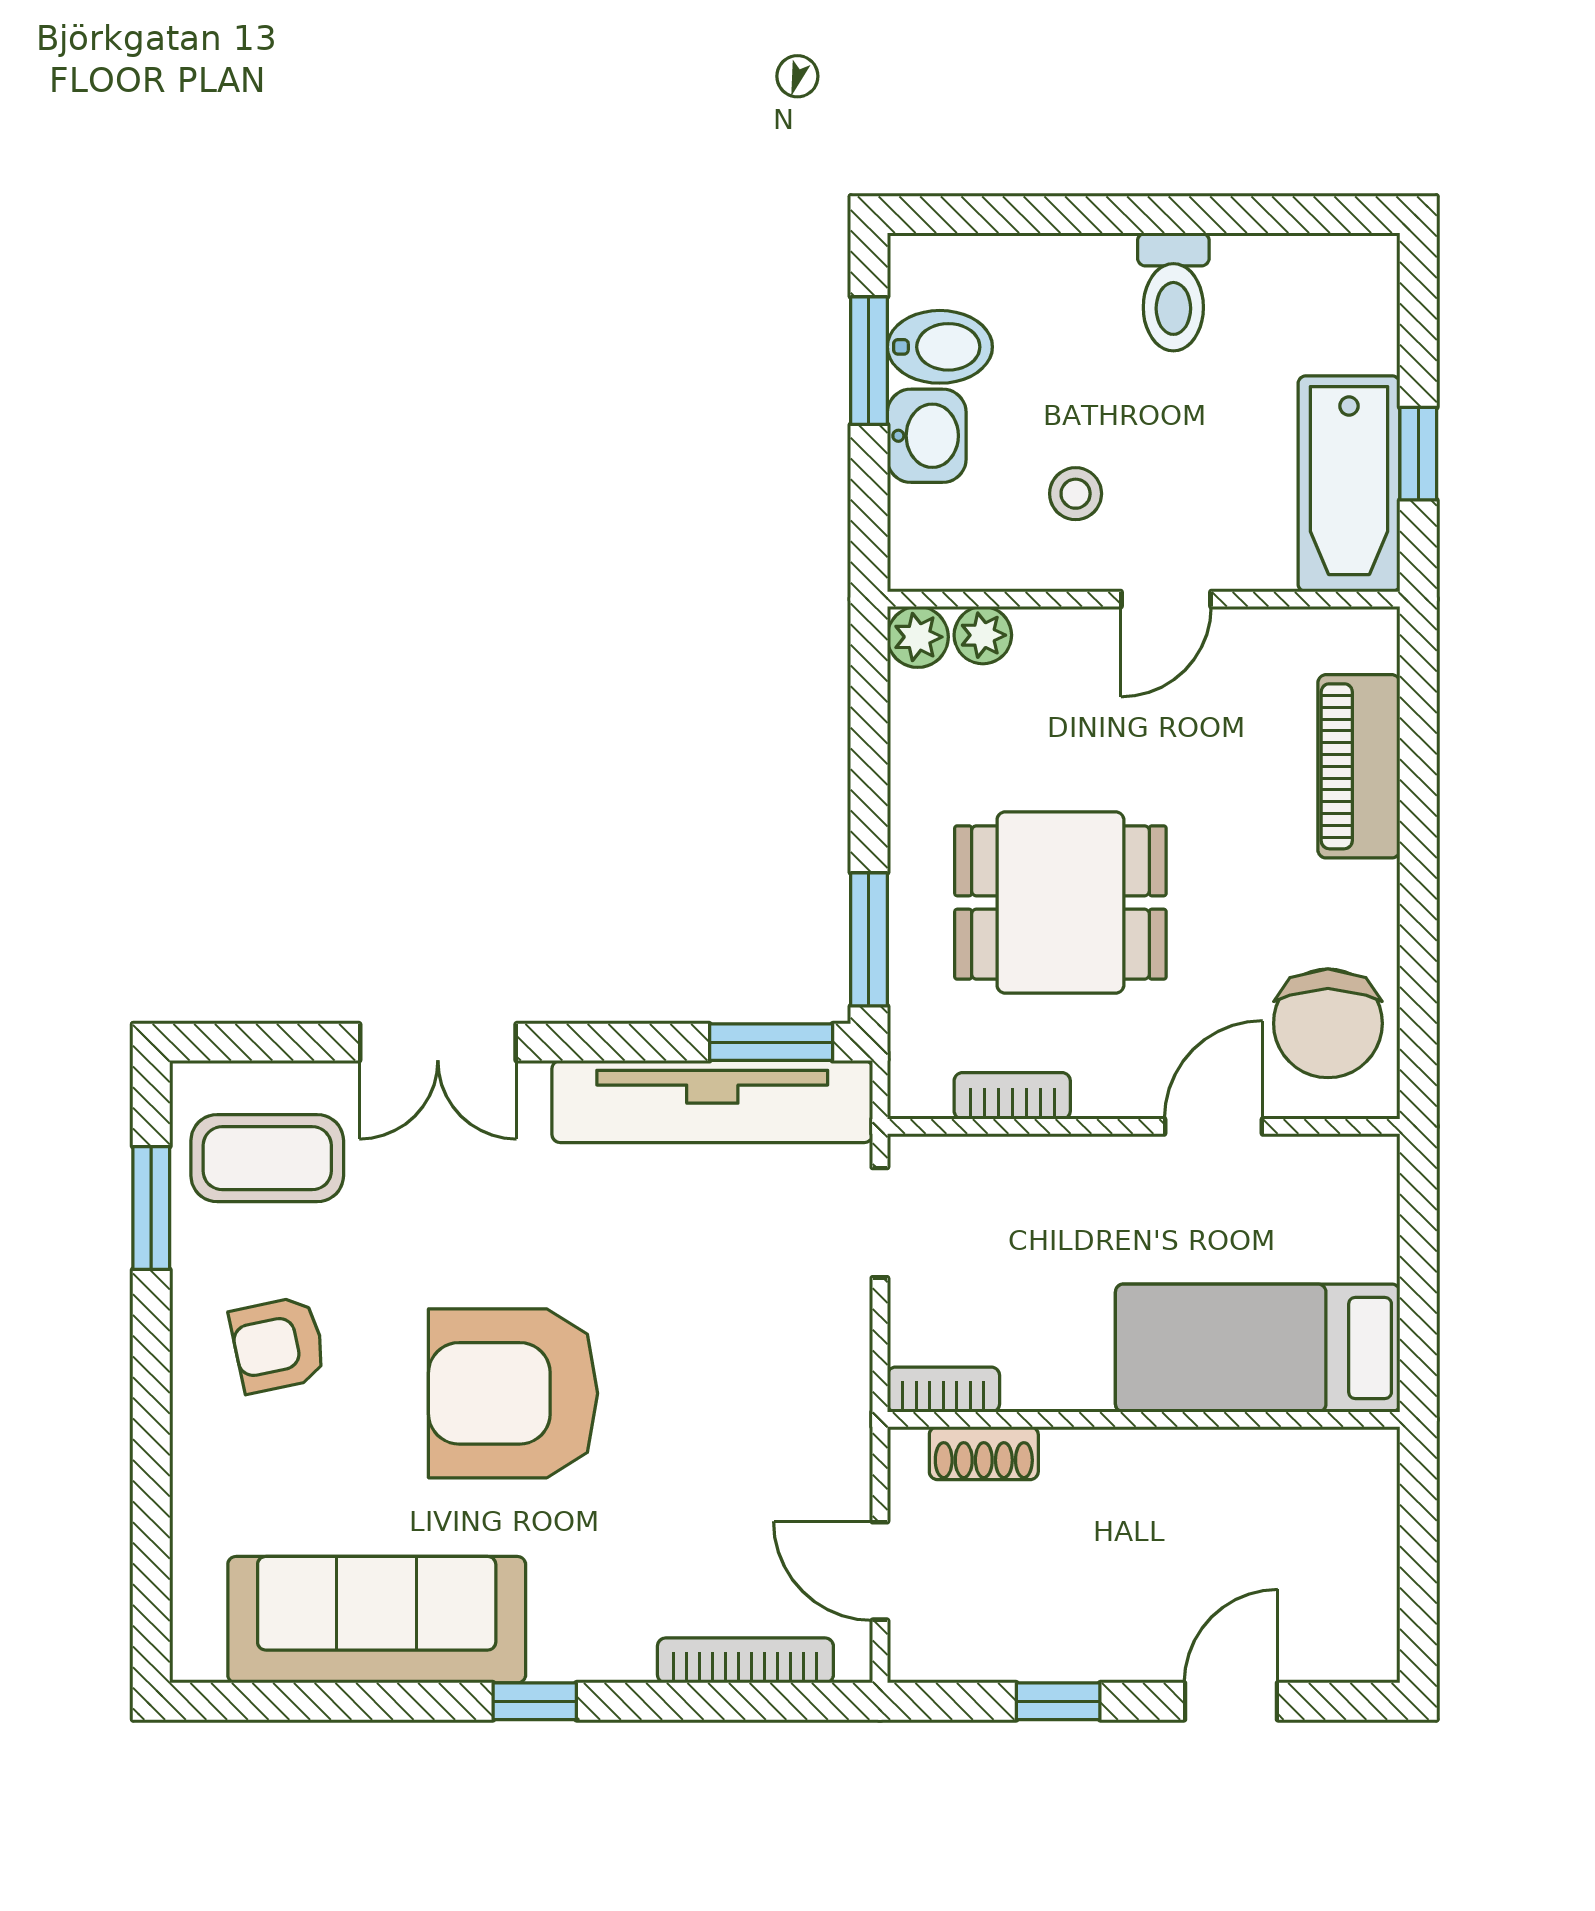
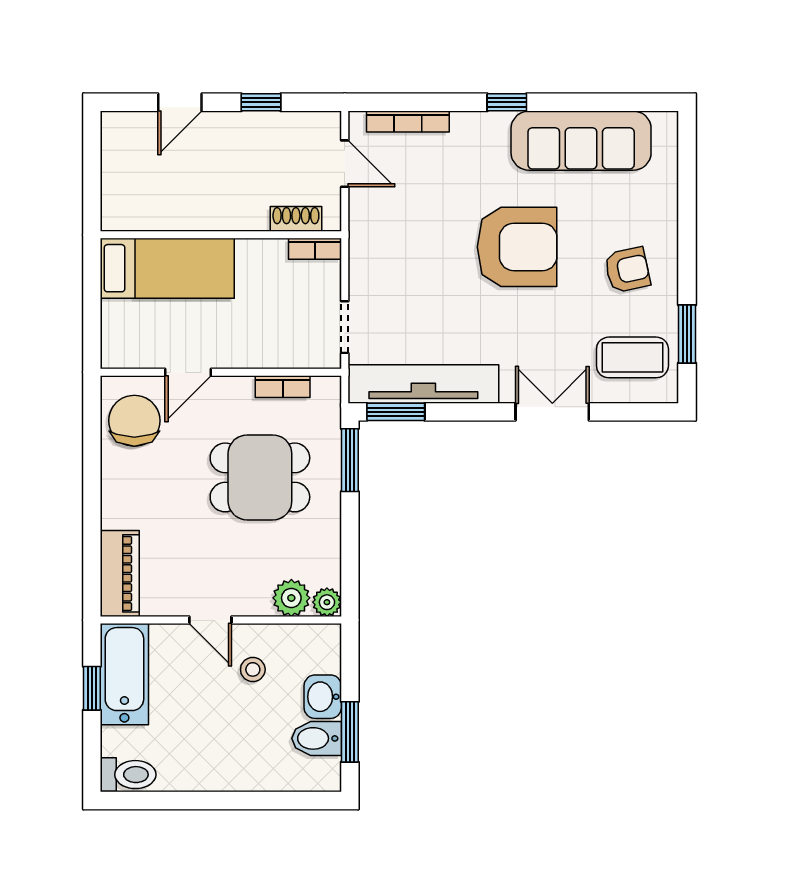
toilet: (1173, 292) -> (128, 775), moved, turned 90
door: (1166, 599) -> (210, 620), swing flipped
plant: (983, 635) -> (291, 598), width x1.38, depth x1.38
piano: (1359, 766) -> (120, 573), moved

